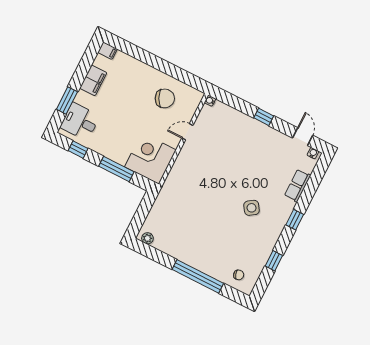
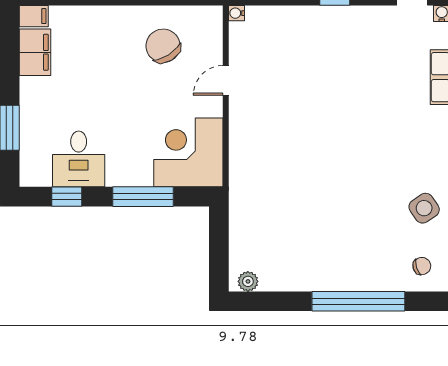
filing cabinet: (93, 80) -> (35, 52), moved
chair: (165, 98) -> (163, 46), turned -96
desk: (80, 122) -> (79, 159), moved, turned -90
side table: (252, 208) -> (424, 208), moved

